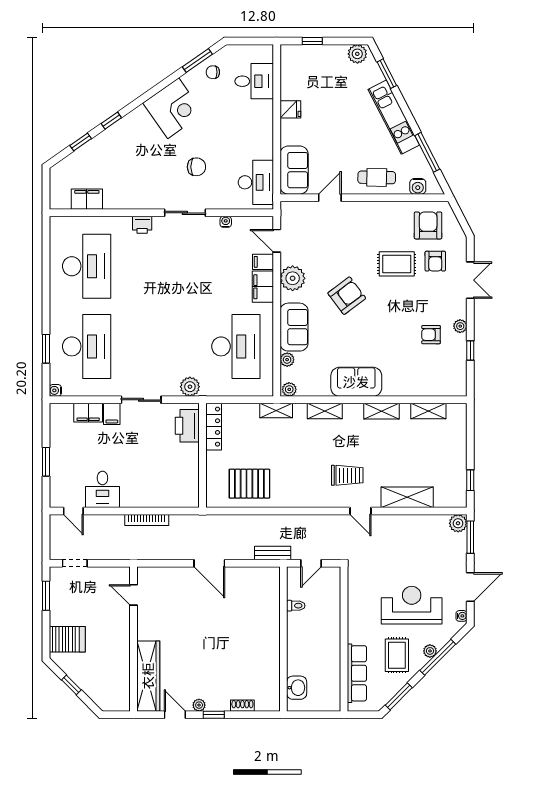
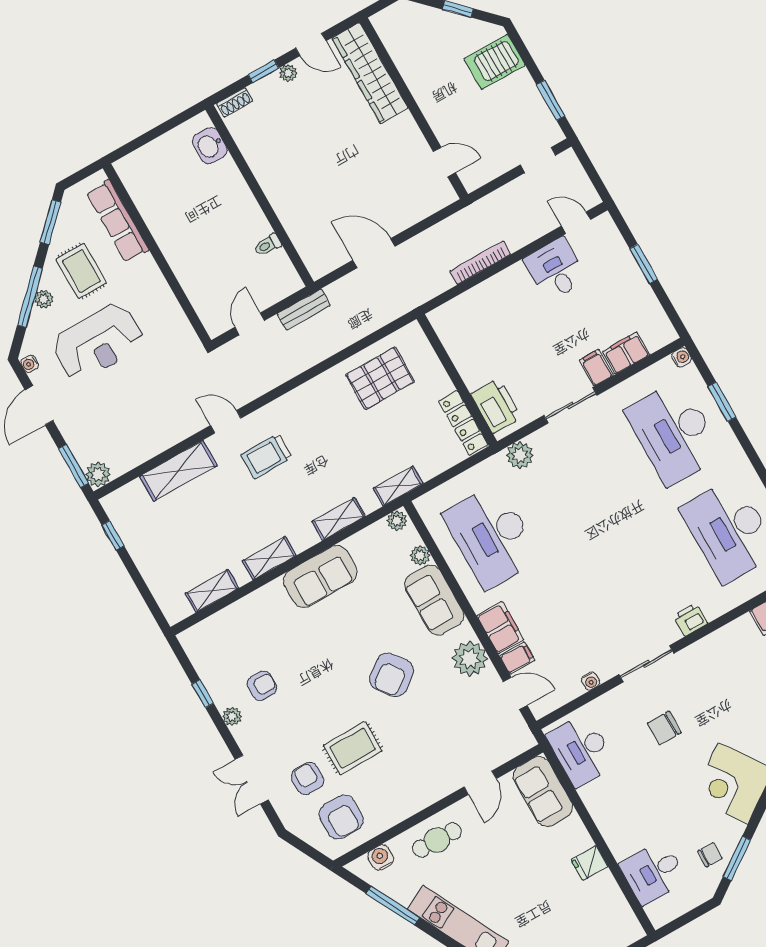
toilet: (296, 606) -> (268, 245), moved
wall: (283, 639) -> (260, 196), moved
washbasin: (297, 688) -> (210, 146), moved

